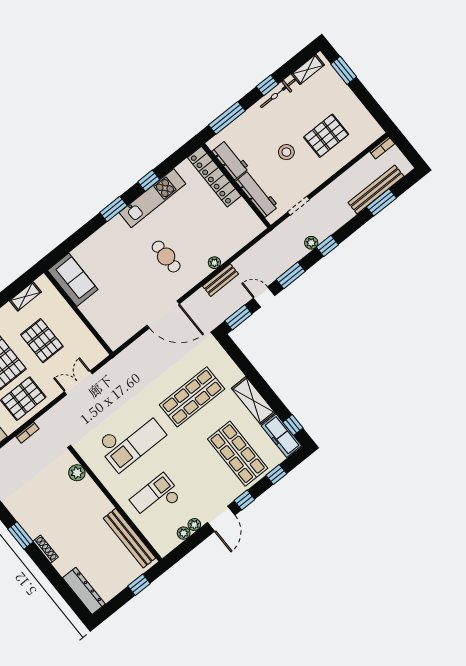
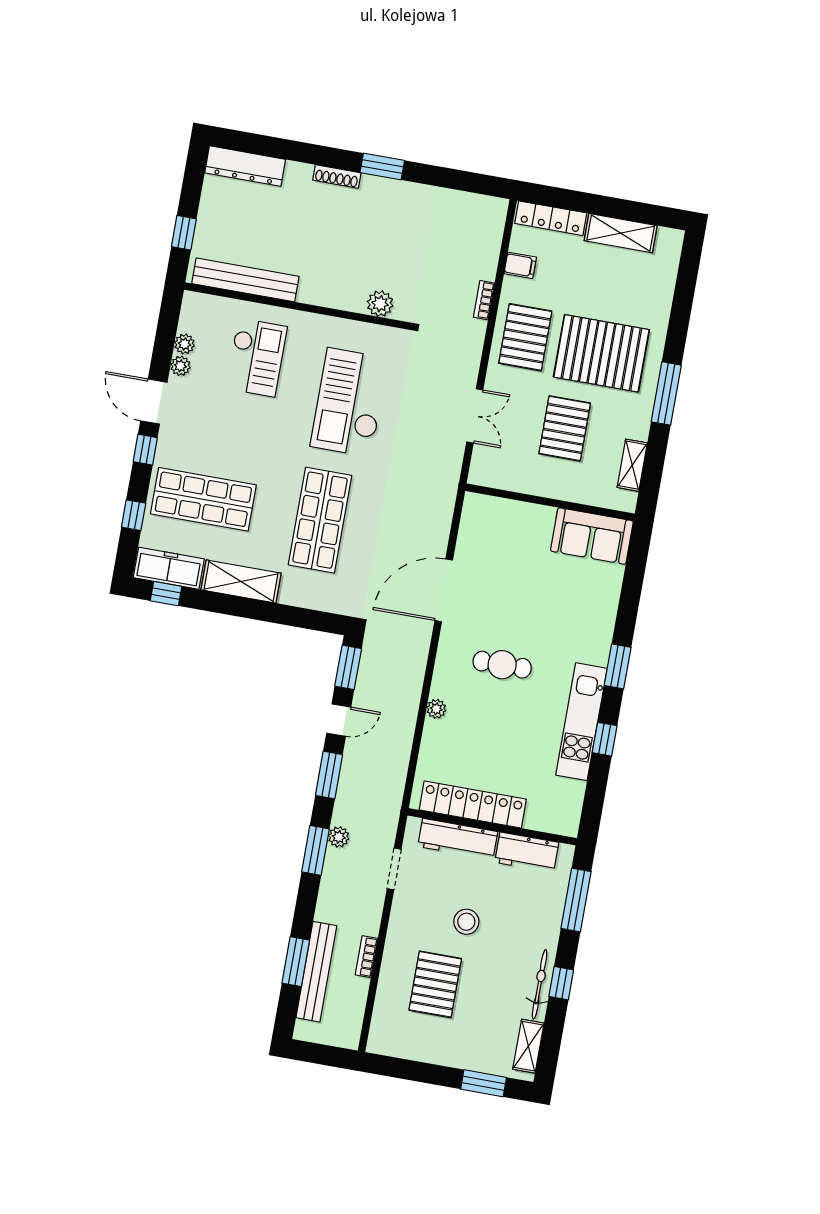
bookcase: (382, 148) -> (367, 957), moved
locker: (214, 177) -> (473, 805), moved
window: (327, 246) -> (316, 850), width x1.50
bench: (220, 280) -> (410, 694), removed
pallet: (42, 341) -> (565, 428), turned 90

